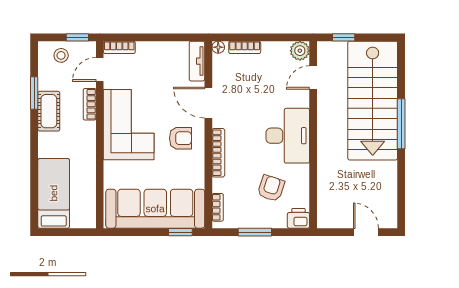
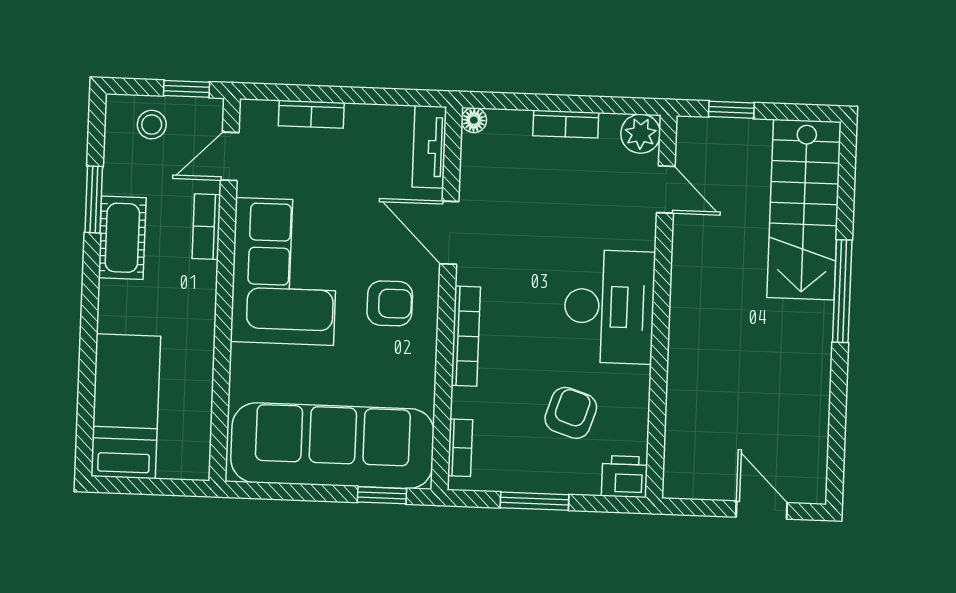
bookcase: (119, 47) -> (311, 114), moved
bookcase: (245, 47) -> (566, 124), moved
door: (313, 77) -> (666, 189), swing flipped
stairs: (373, 101) -> (804, 210), width x0.73, depth x0.66

